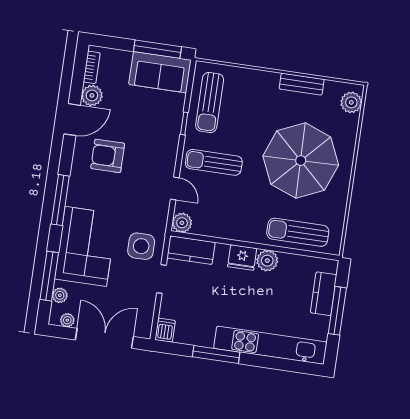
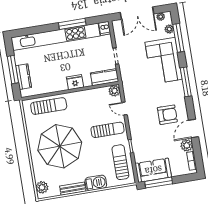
barbecue: (261, 82) -> (96, 183), added
side table: (141, 246) -> (133, 71), removed
plant: (267, 261) -> (61, 85), removed
kitchen unit: (270, 345) -> (55, 37), width x1.36

